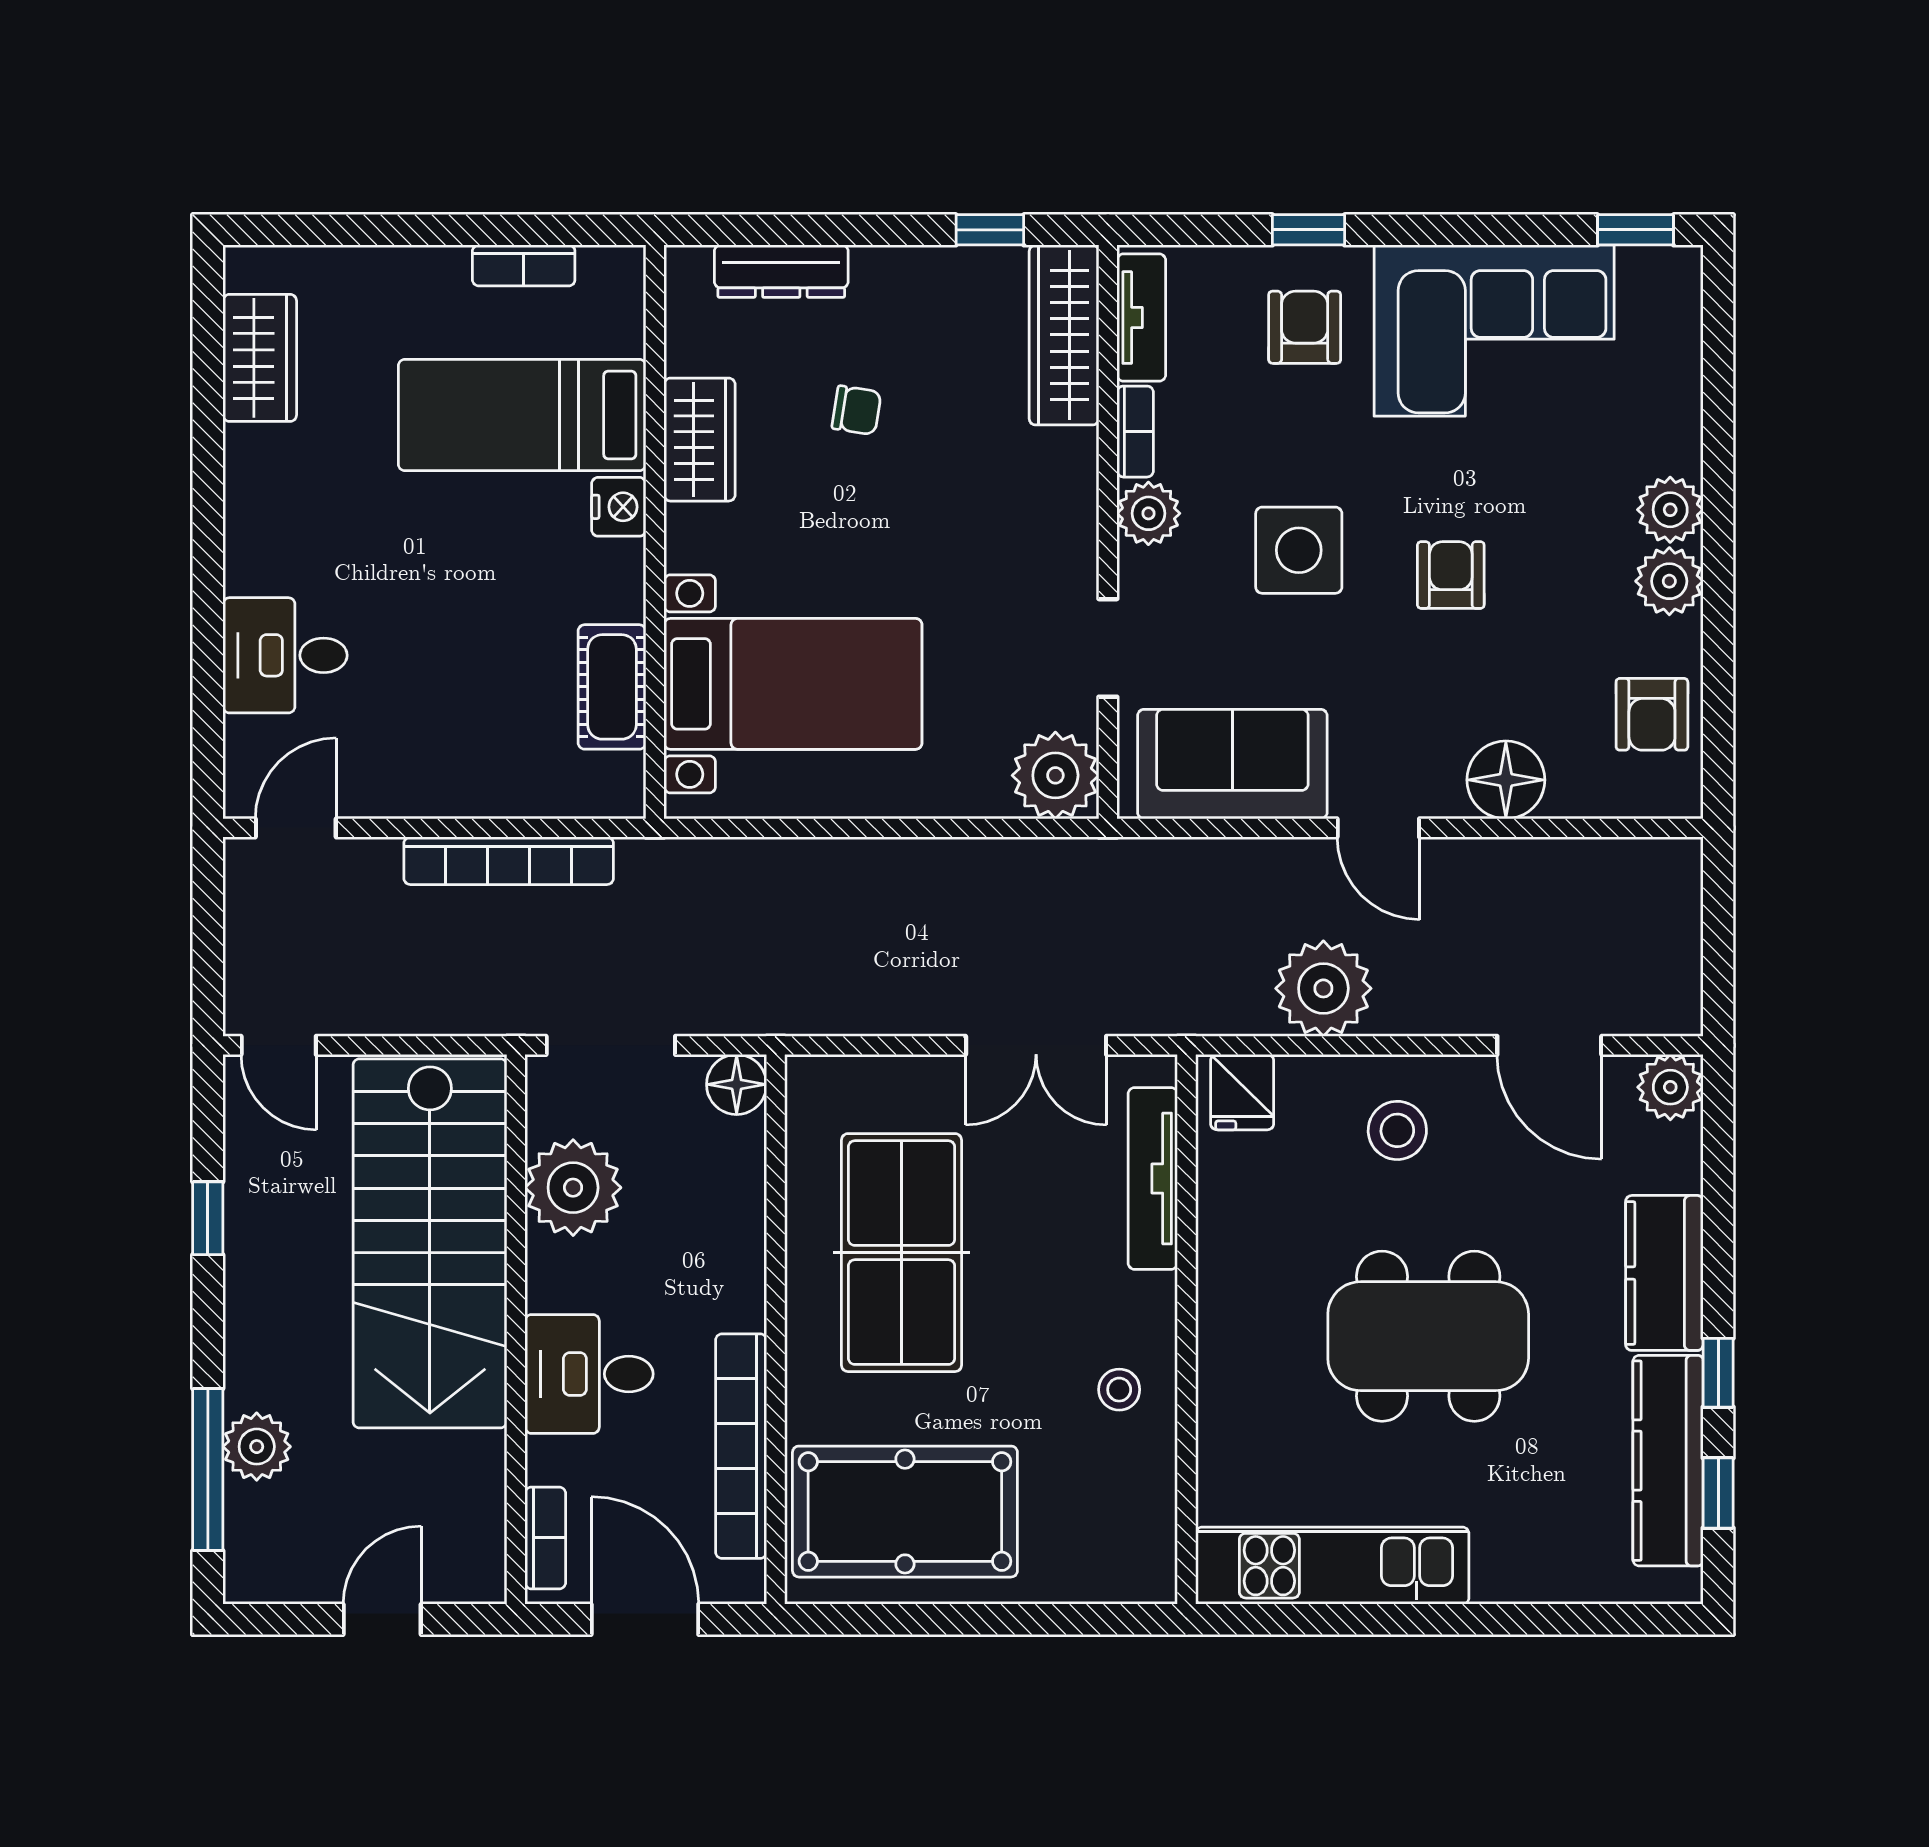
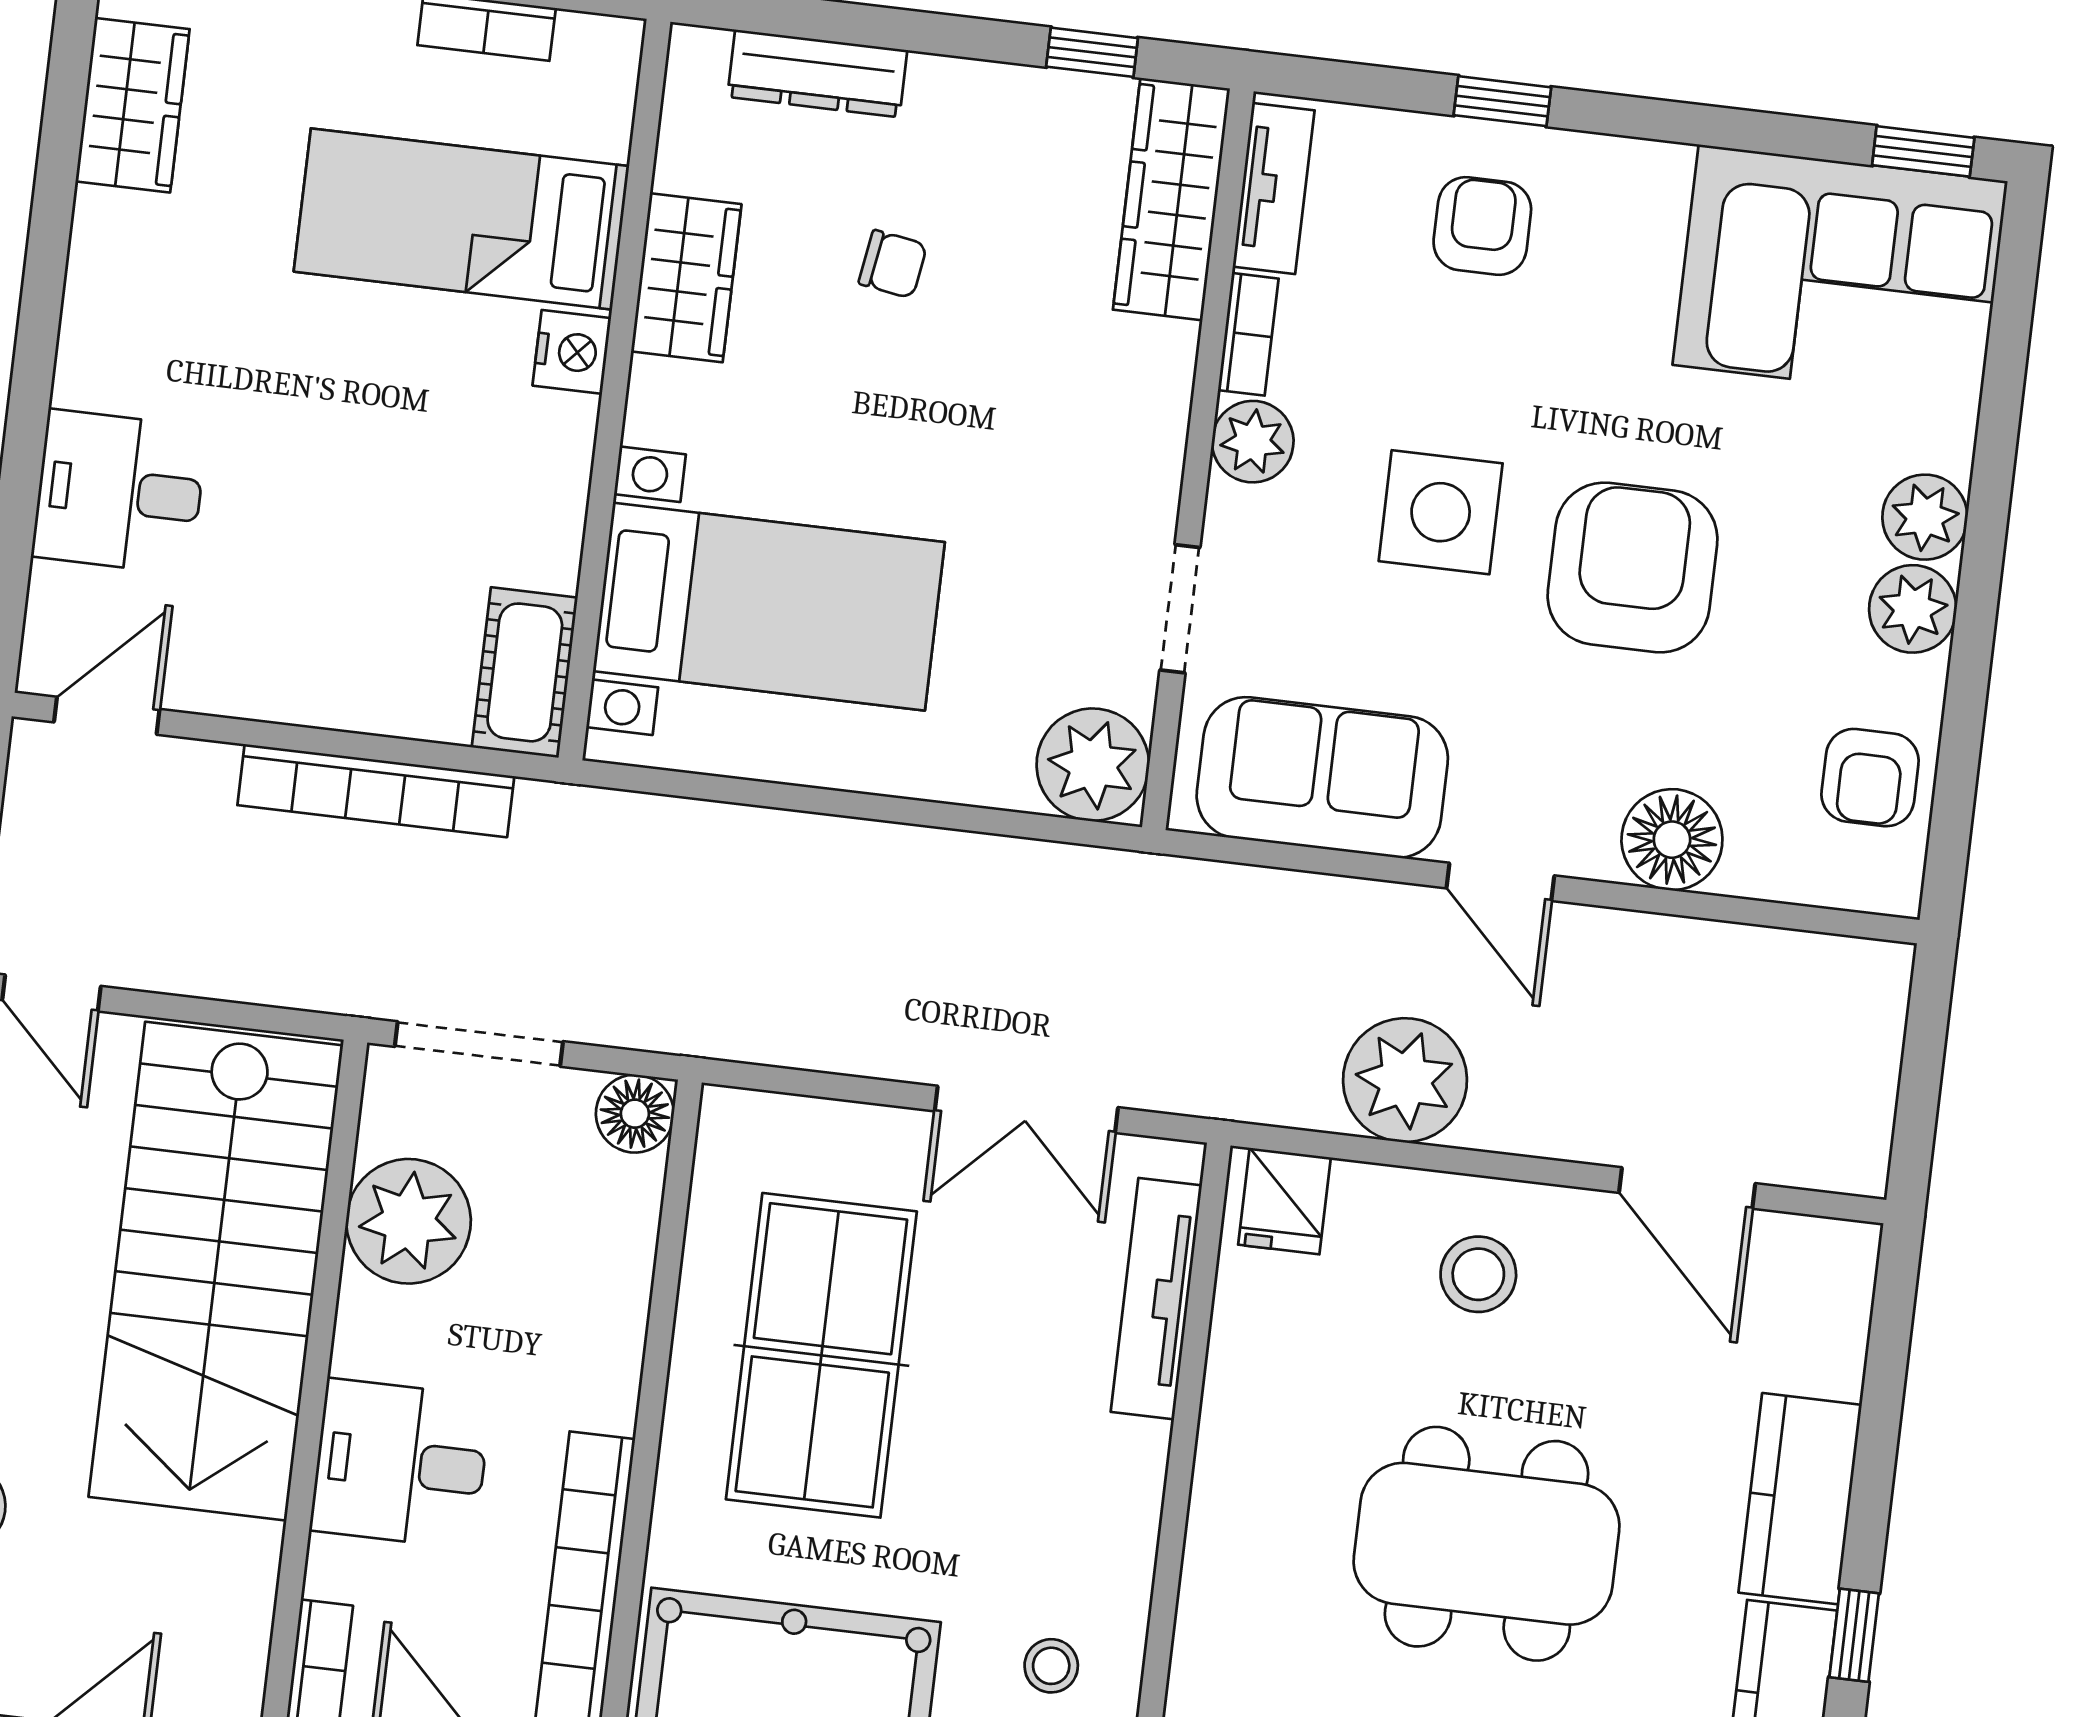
corner sofa: (1494, 331) -> (1840, 273), moved
armchair: (1451, 575) -> (1632, 567), width x1.88, depth x1.88
cot: (612, 687) -> (525, 672), moved
plant: (1670, 1087) -> (1836, 1260), removed
stool: (1119, 1390) -> (1051, 1666), moved

